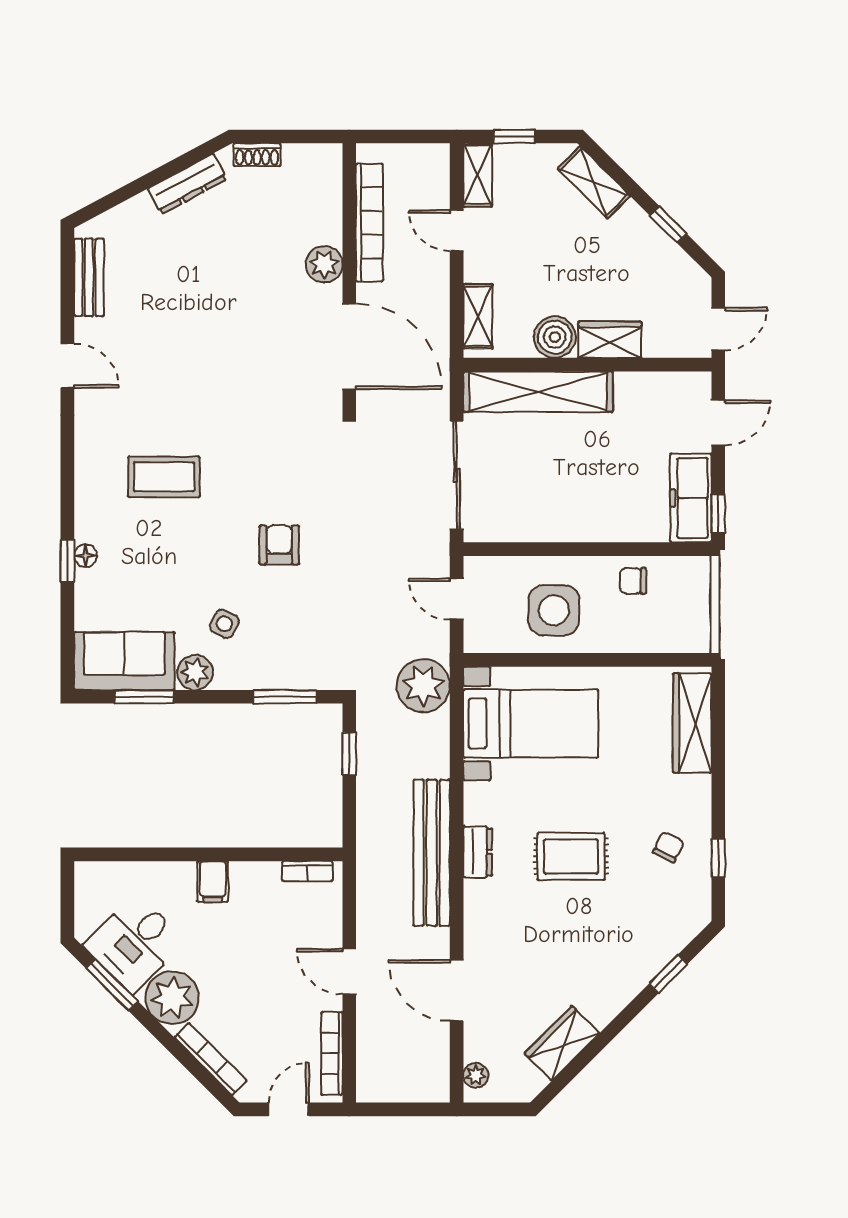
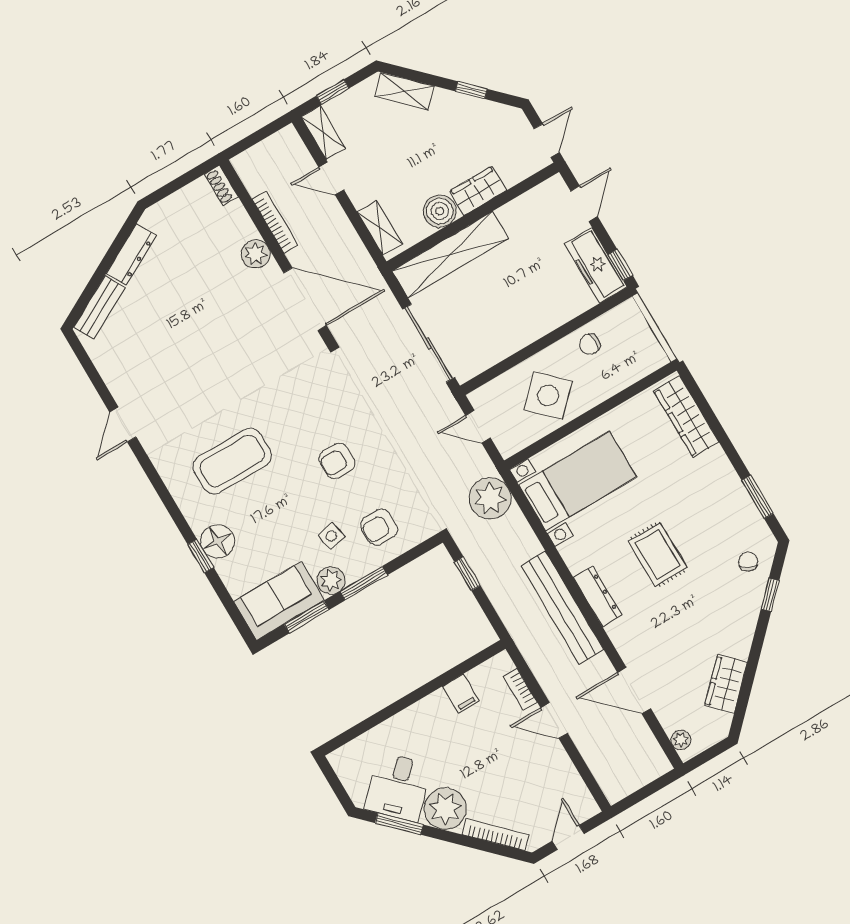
shoe rack: (257, 155) -> (221, 185), moved, turned 90
bookcase: (369, 223) -> (275, 222), width x0.68, depth x0.76
bench: (89, 277) -> (99, 307), moved, turned 62
door: (67, 366) -> (123, 424), swing flipped
coffee table: (164, 477) -> (232, 461), width x1.36, depth x1.32
armchair: (279, 545) -> (337, 461), turned -90
floor lamp: (85, 556) -> (217, 541), width x1.89, depth x1.89
side table: (554, 610) -> (548, 396), turned 45
side table: (224, 624) -> (331, 536), turned -38
armchair: (283, 645) -> (379, 527), added
window: (285, 697) -> (364, 583), moved
chair: (668, 847) -> (748, 562), moved
dresser: (478, 852) -> (597, 596), width x1.44
rug: (571, 856) -> (658, 555), turned 90
window: (718, 858) -> (757, 497), width x1.50
bookcase: (307, 871) -> (520, 689), moved, turned 90
filing cabinet: (213, 882) -> (461, 694), moved
bookcase: (332, 1054) -> (575, 783), removed

